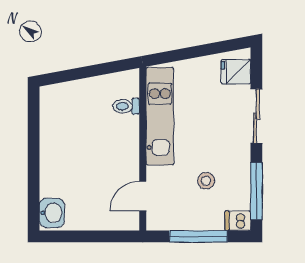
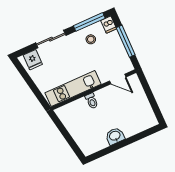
toilet: (126, 106) -> (92, 101), moved
stool: (206, 181) -> (91, 39), moved
washbasin: (52, 213) -> (115, 136), moved

